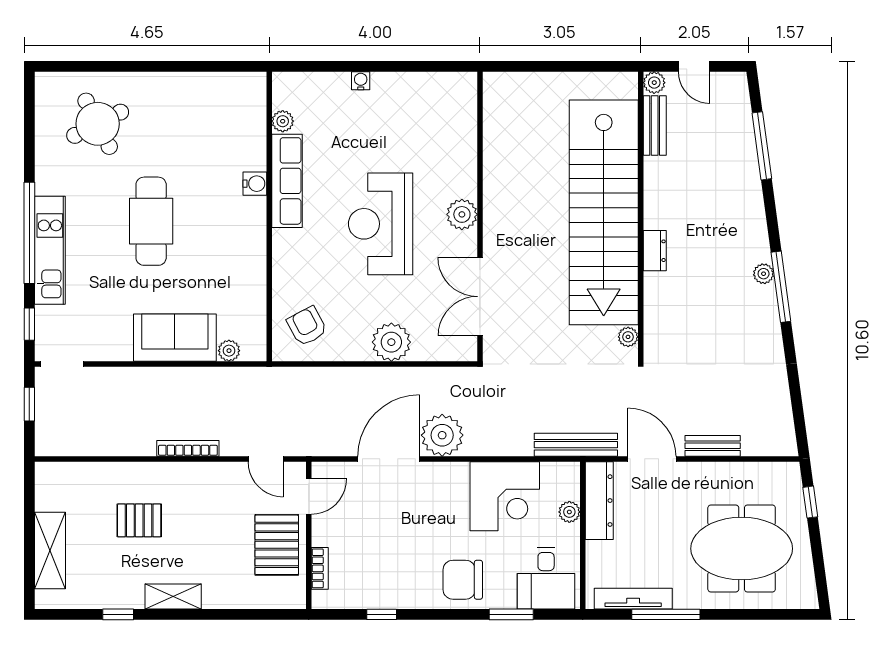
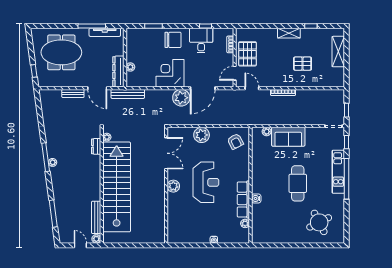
bench: (655, 125) -> (96, 217), width x1.36
dresser: (655, 251) -> (96, 146), moved
corner desk: (505, 496) -> (170, 73), moved
desk: (546, 578) -> (201, 40), moved

